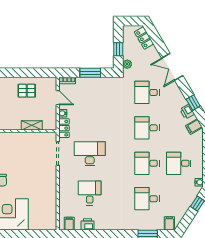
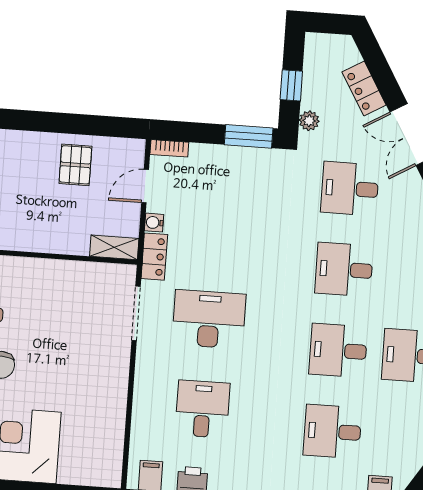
locker: (144, 38) -> (364, 89), moved
window: (90, 73) -> (249, 136), moved
pallet: (27, 91) -> (75, 165), turned 90
door: (58, 98) -> (145, 186), swing flipped
shelving: (32, 125) -> (114, 247), moved

